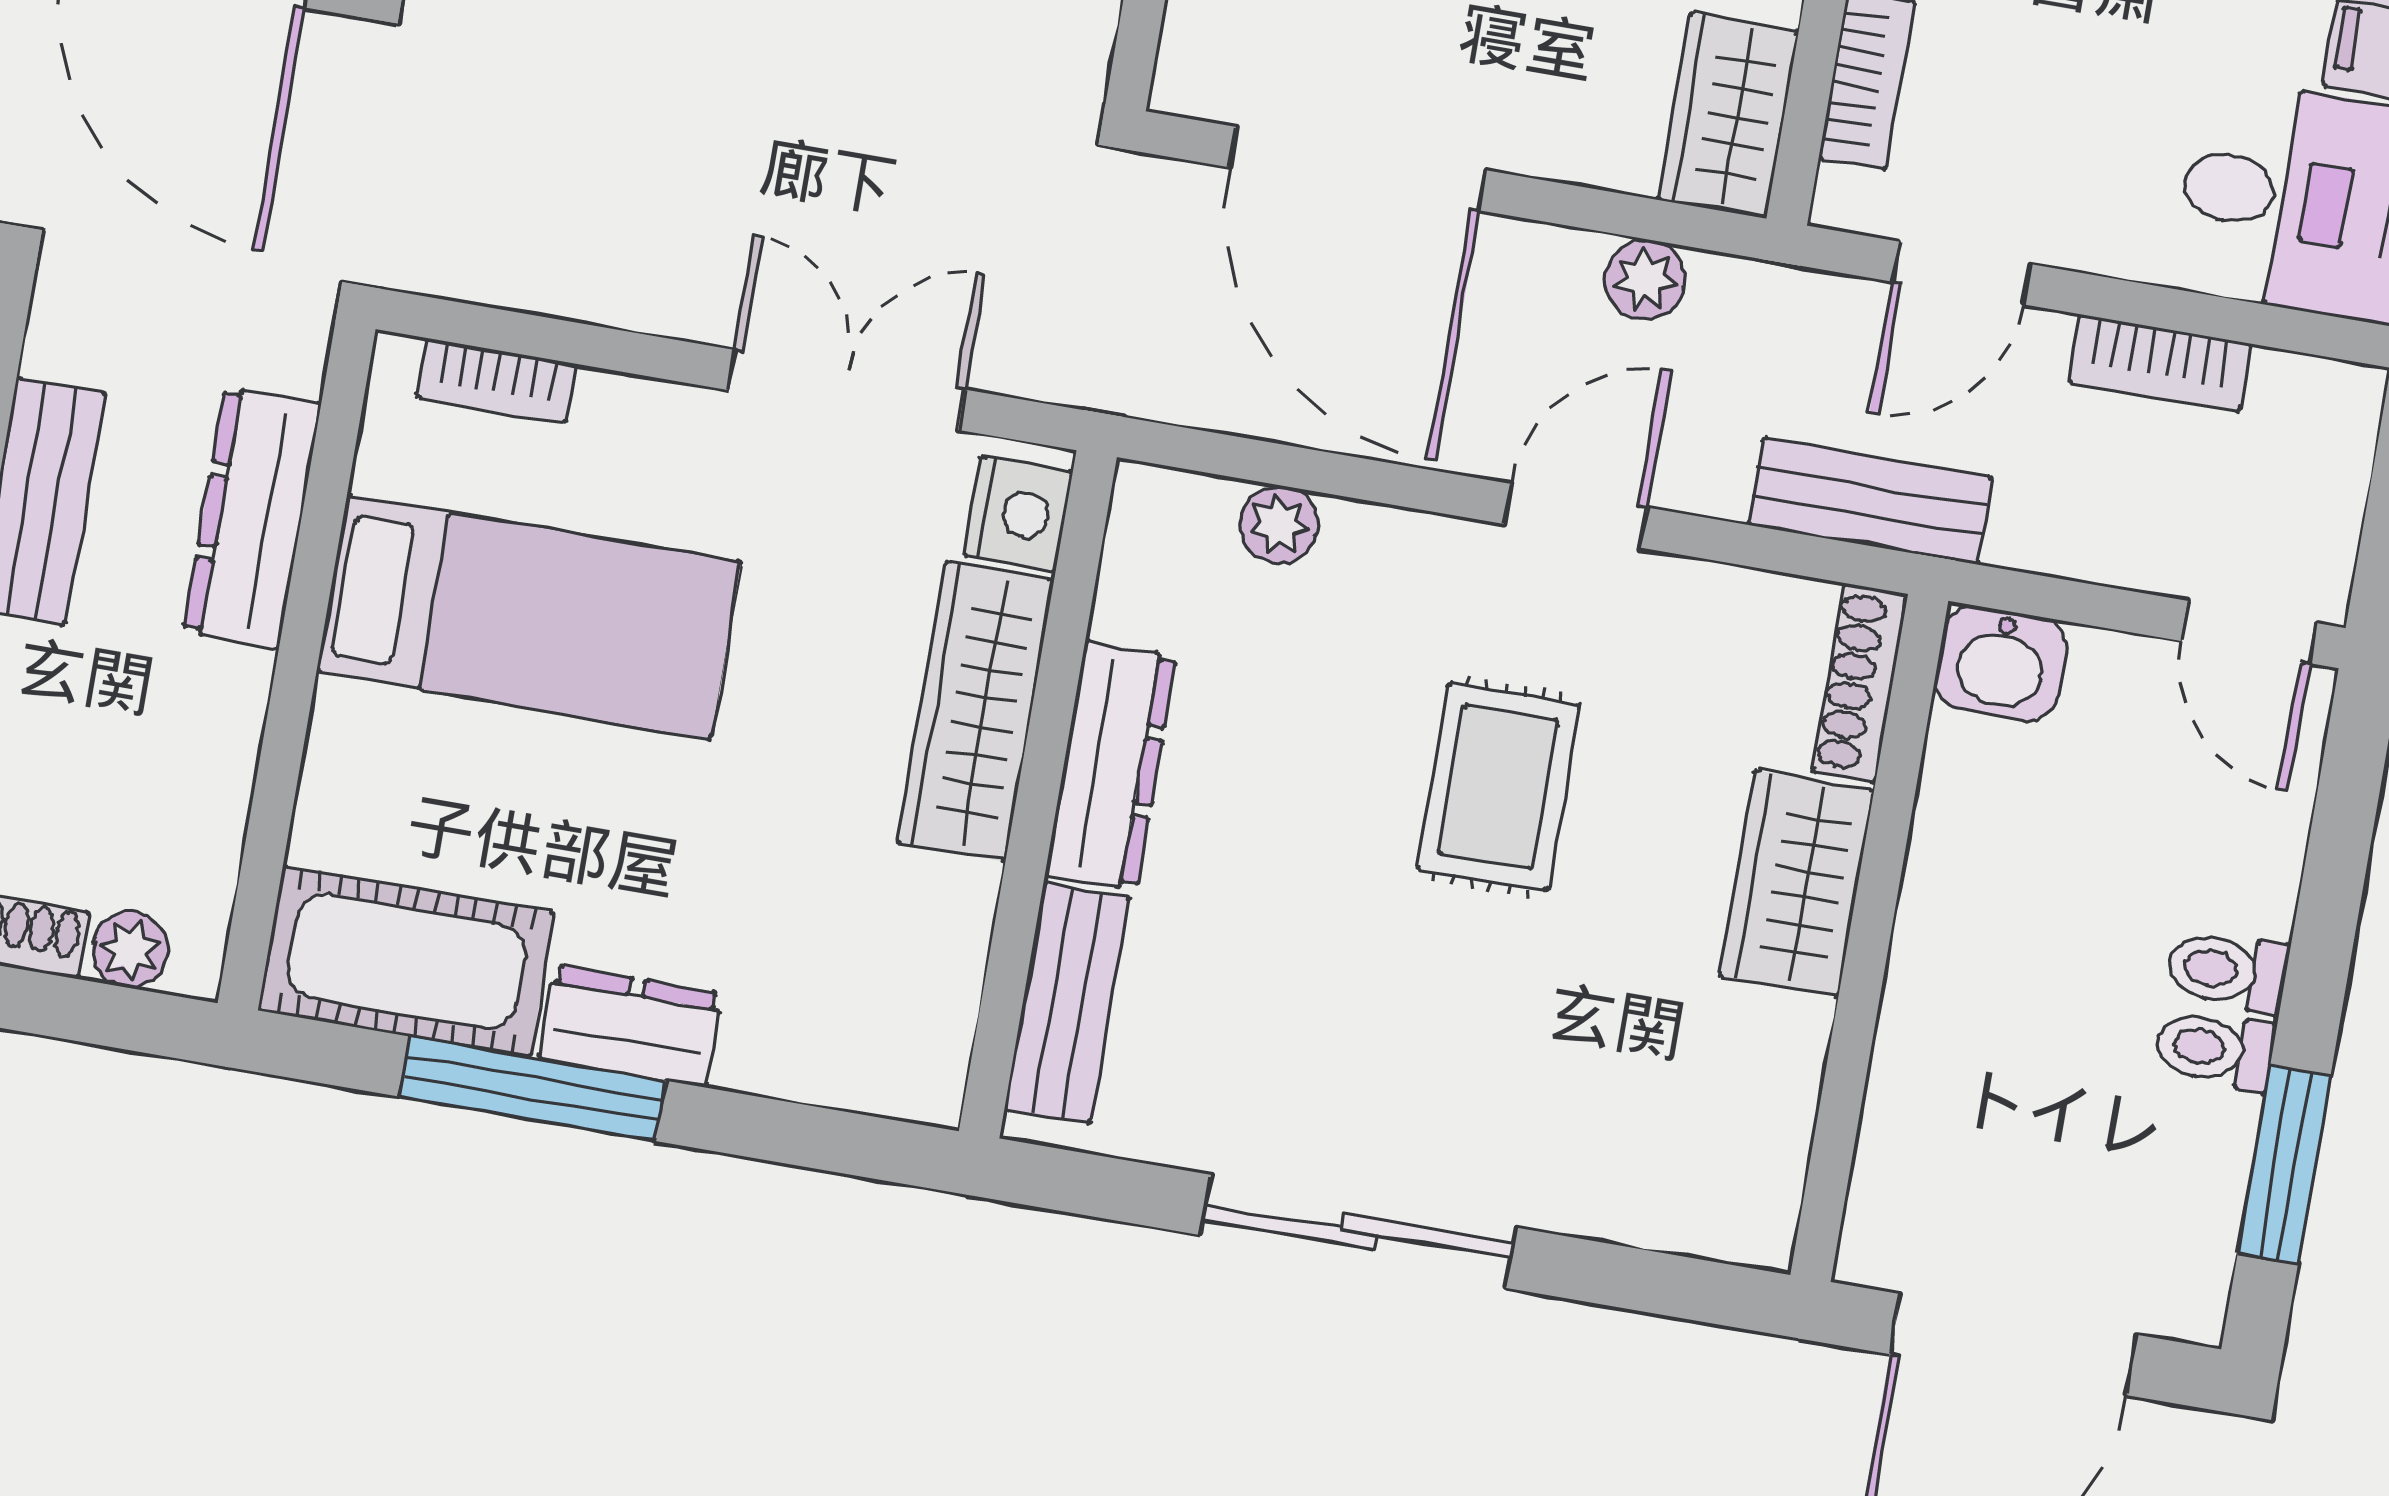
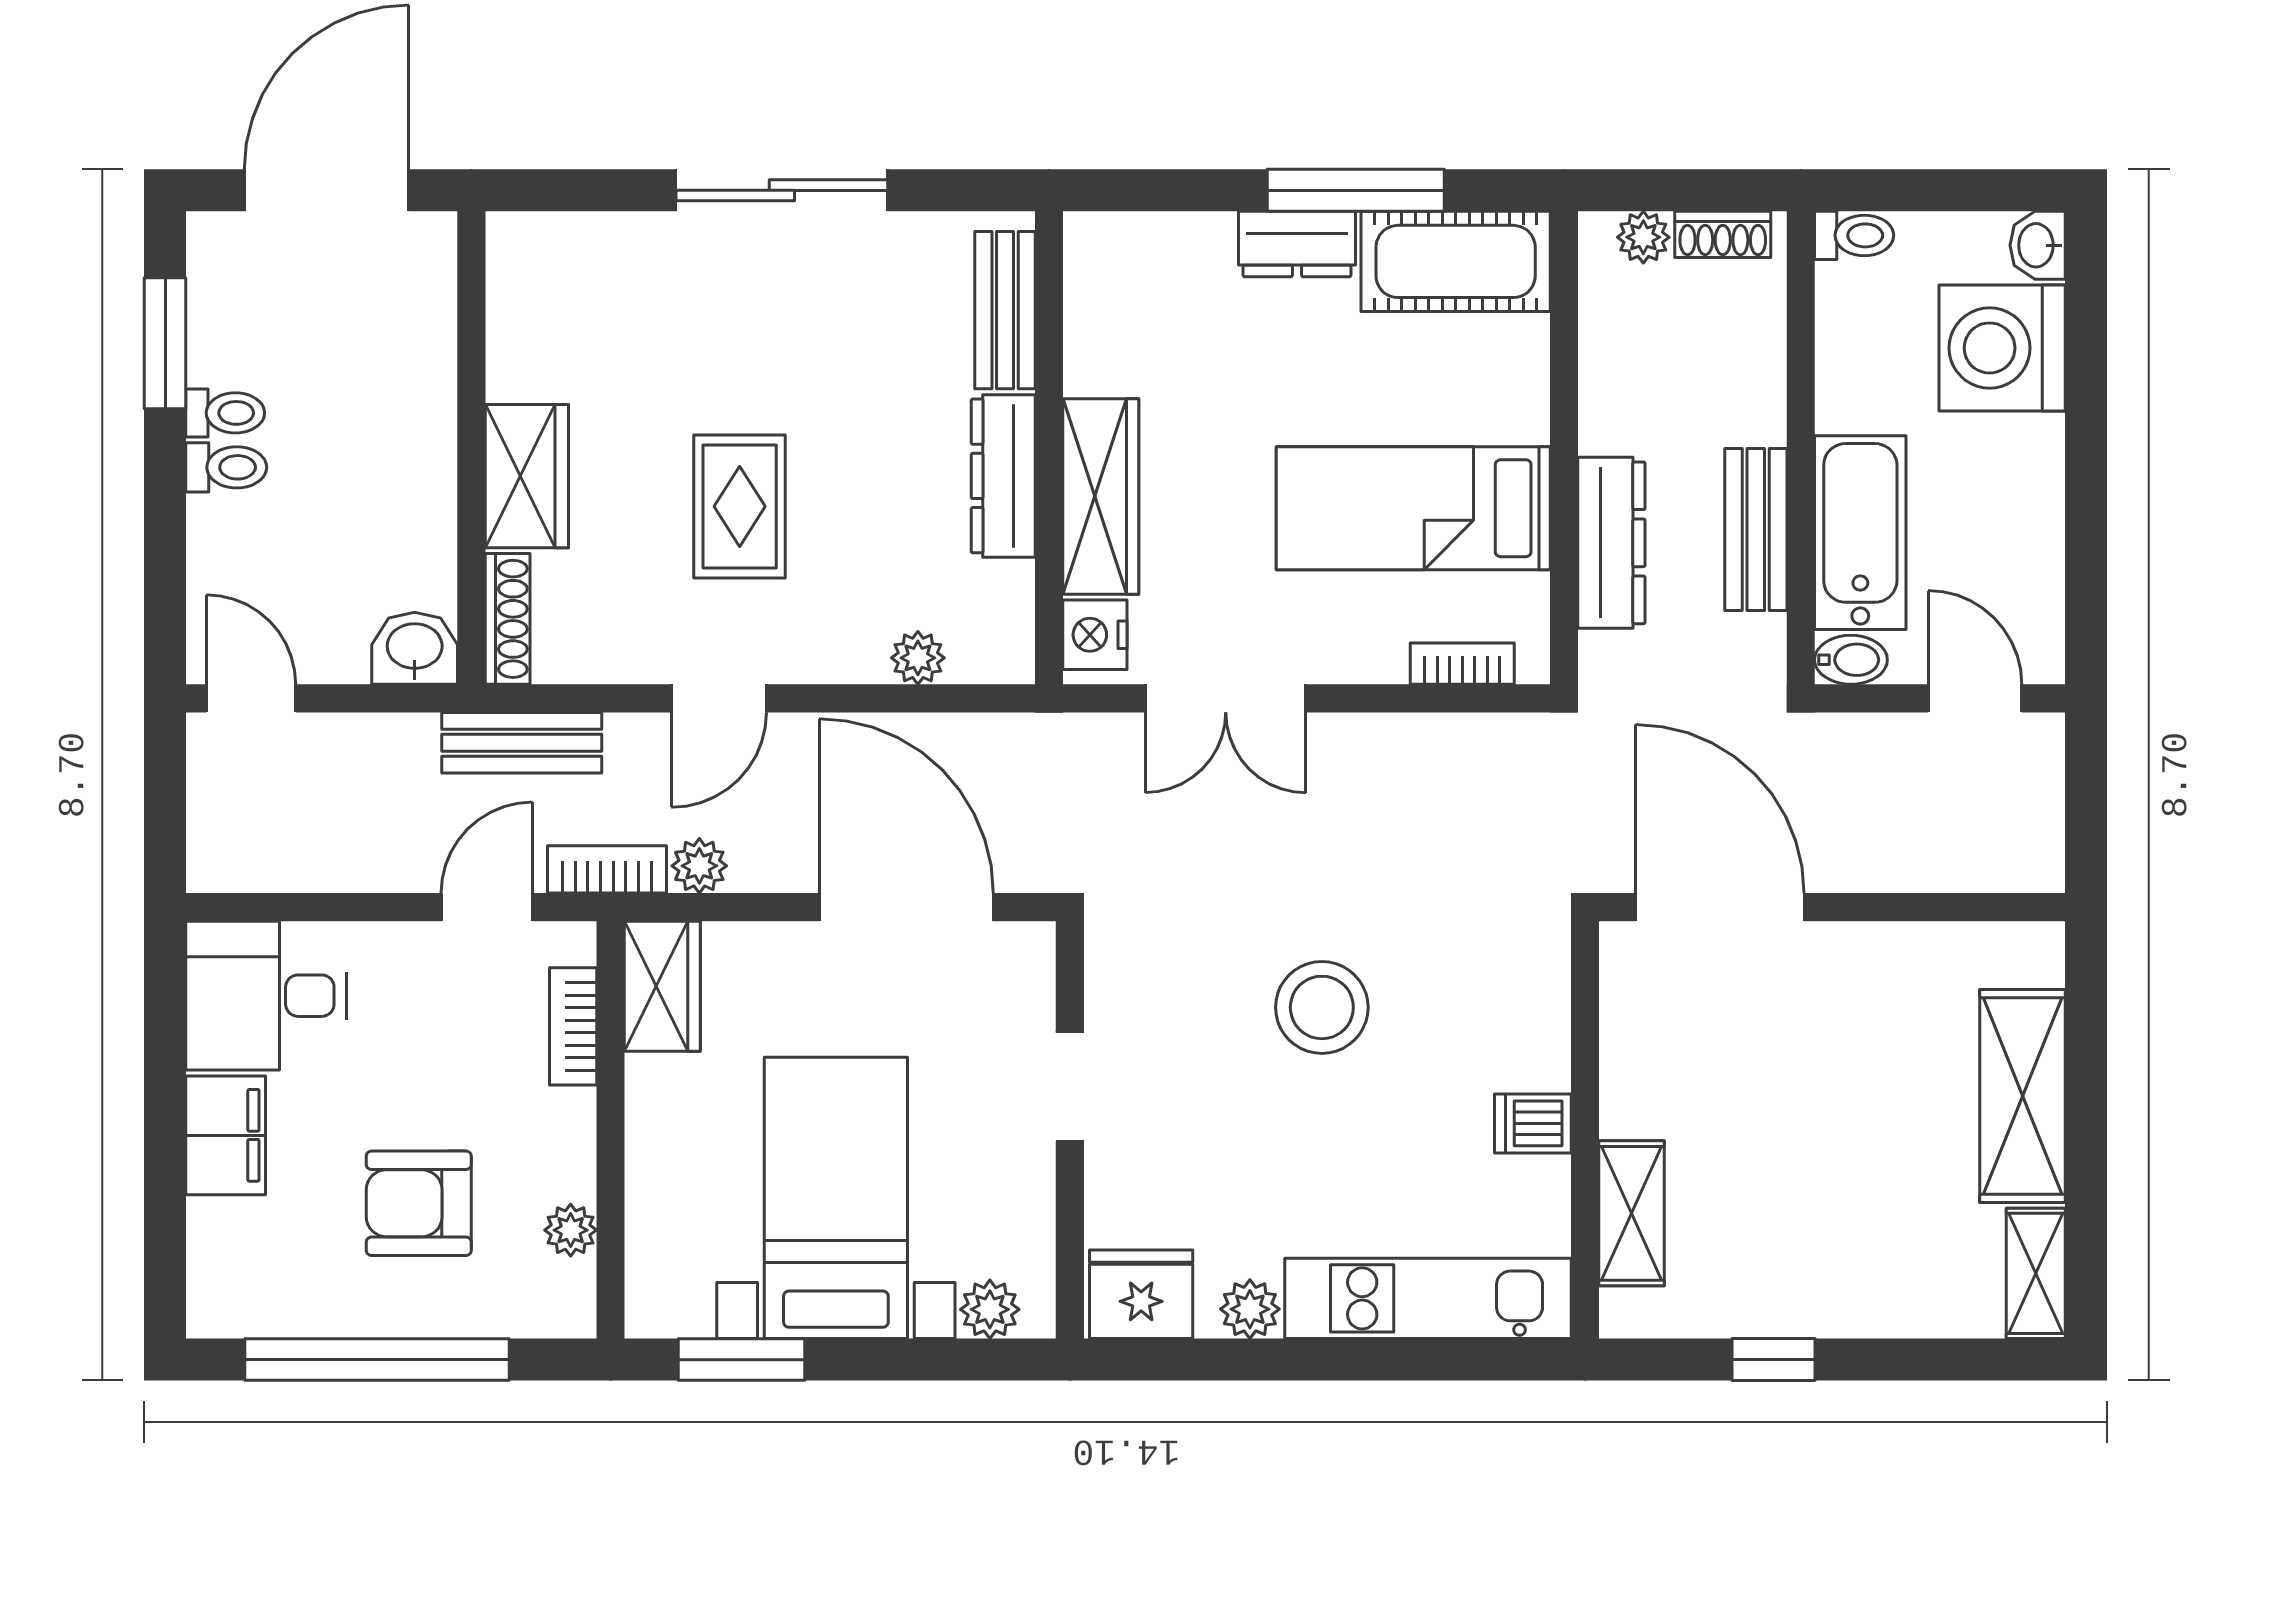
bookcase: (2159, 363) -> (607, 869), moved

